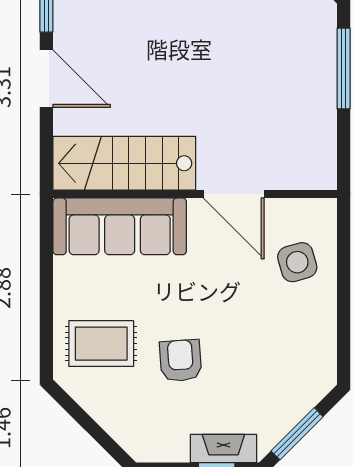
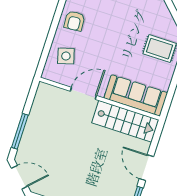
door: (234, 194) -> (83, 93), hinge flipped
armchair: (181, 361) -> (74, 21), moved

